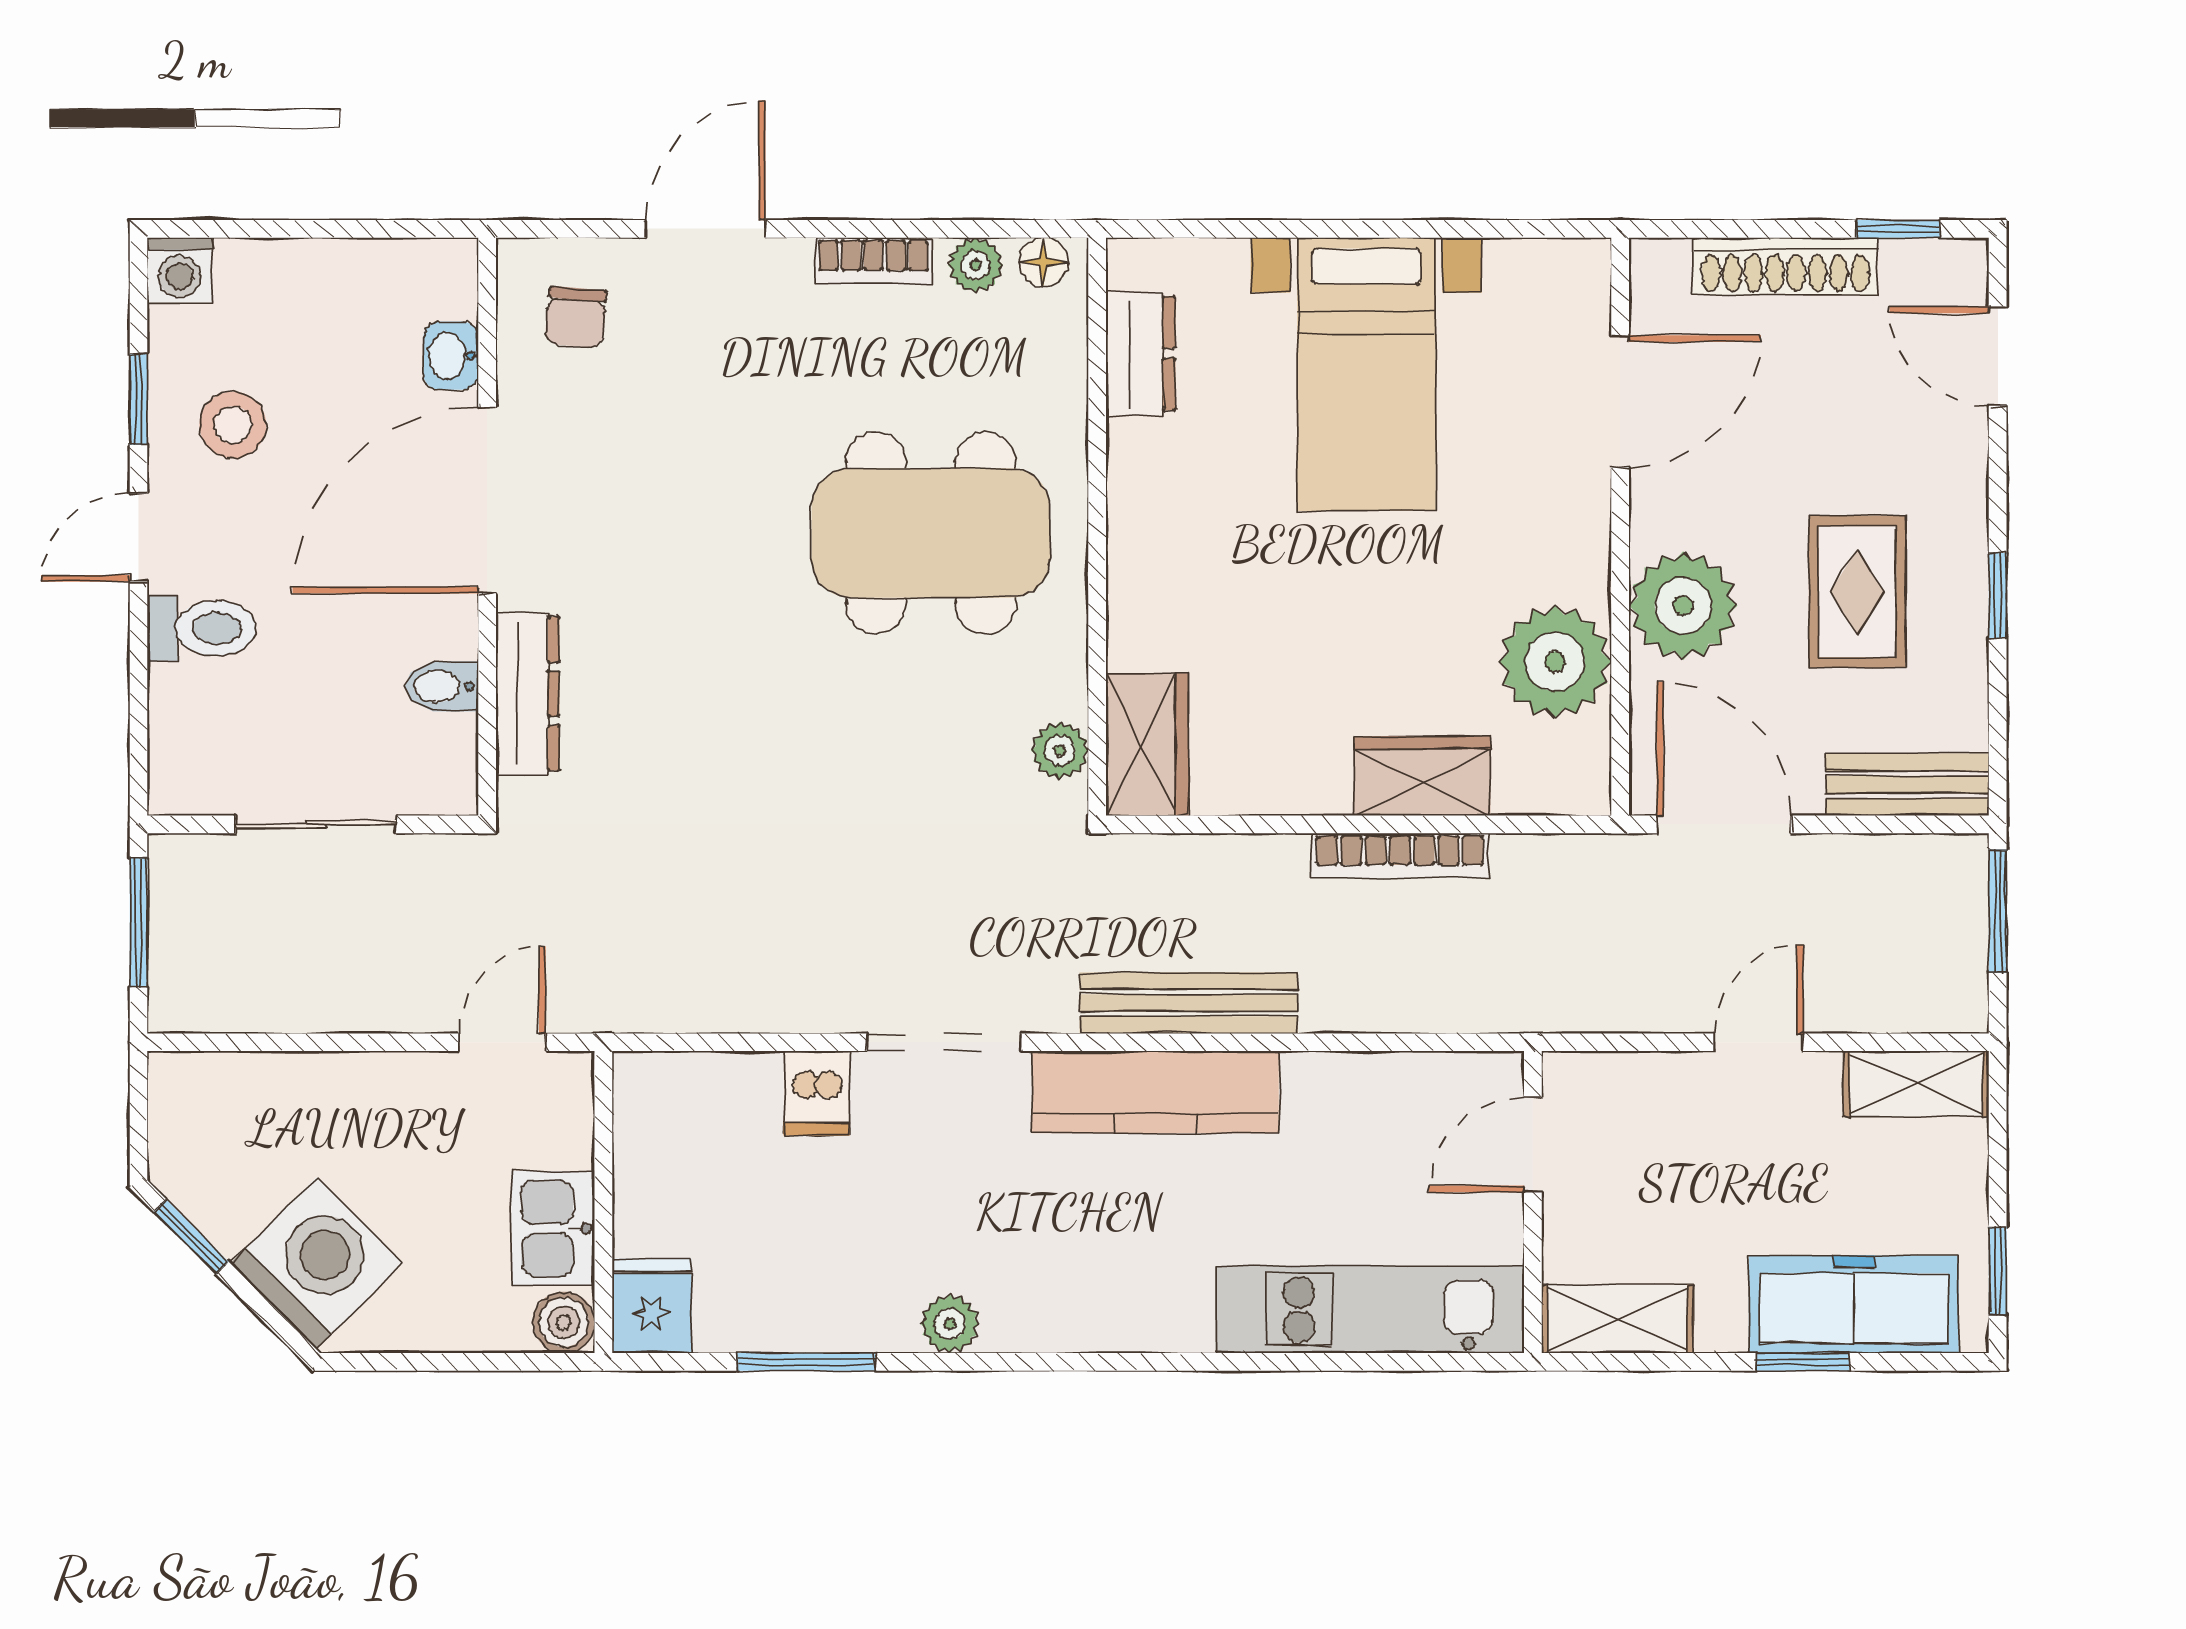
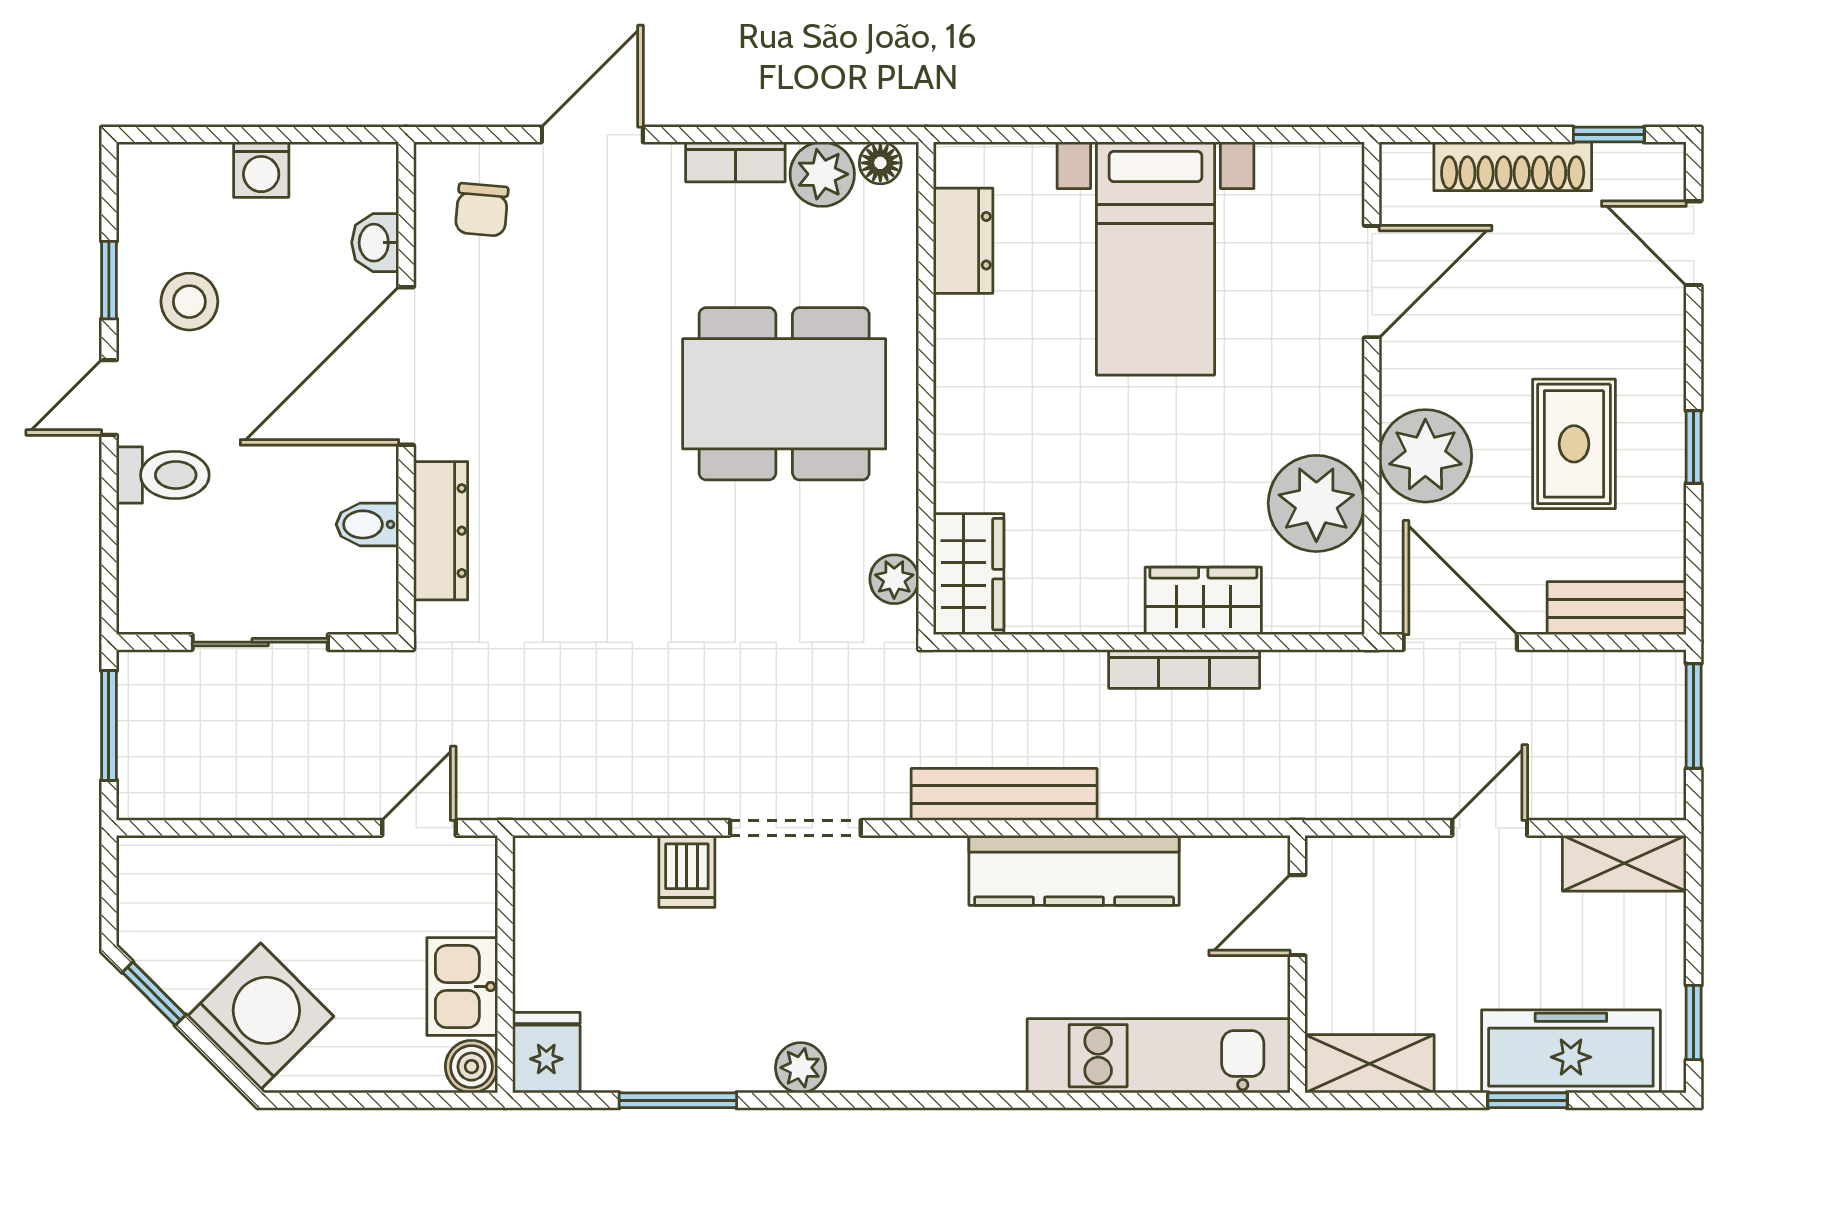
plant: (975, 265) -> (822, 174), width x1.38, depth x1.38
washing machine: (180, 270) -> (261, 170), moved
kitchen counter: (1155, 1092) -> (1074, 870), moved

